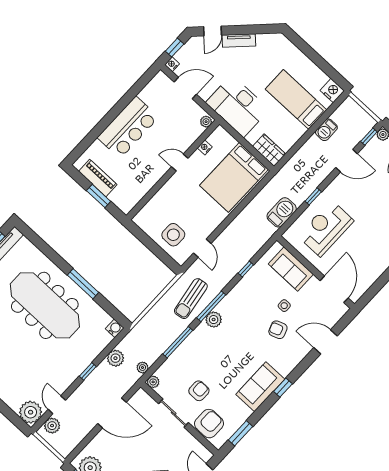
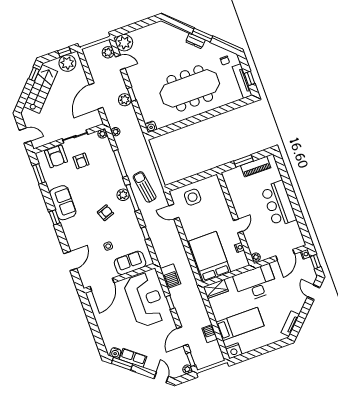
tv unit: (239, 41) -> (290, 324), moved
reception desk: (326, 228) -> (145, 300), width x1.36, depth x1.30
window: (83, 284) -> (191, 121), removed
door: (334, 289) -> (102, 285), hinge flipped
armchair: (278, 330) -> (105, 213), moved
plant: (115, 358) -> (125, 100), moved

